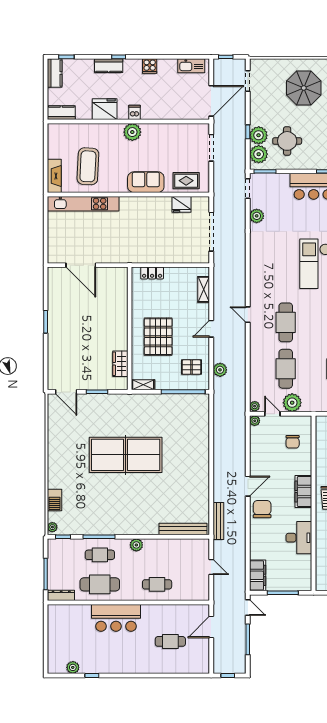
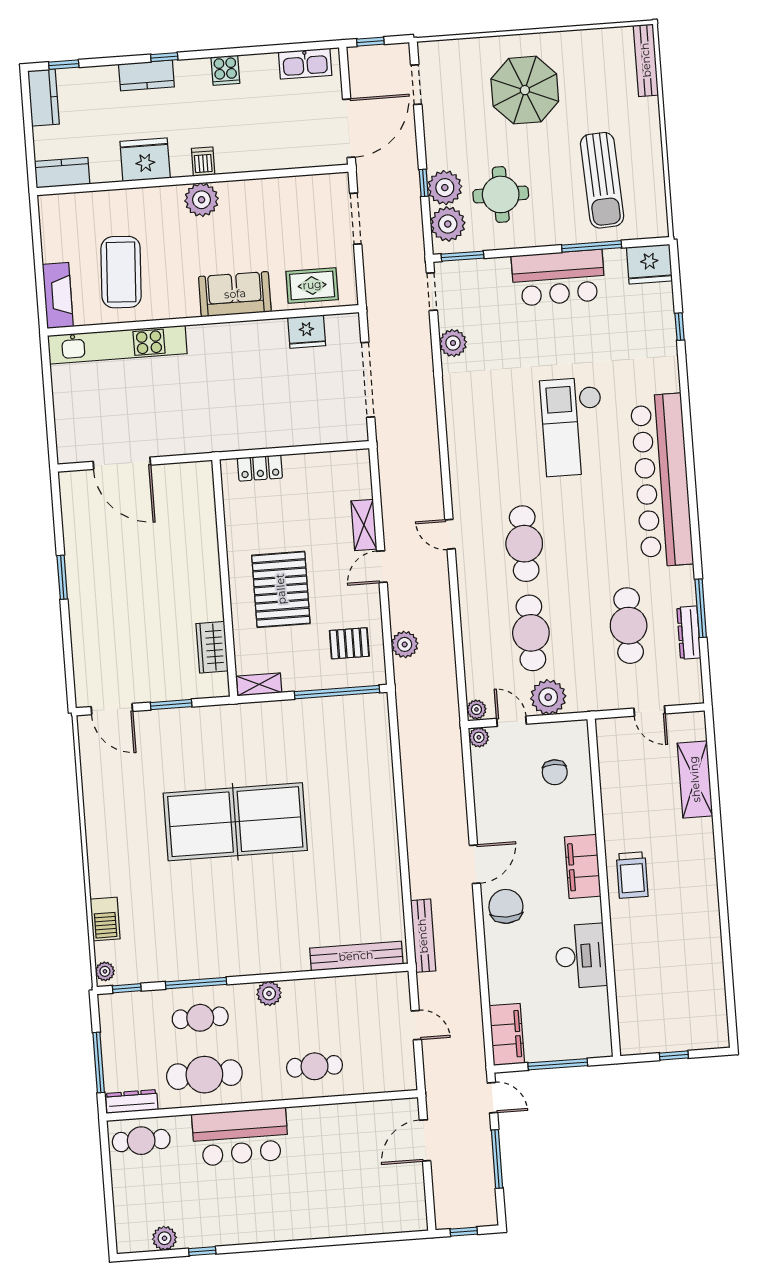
shelving: (204, 289) -> (364, 525), moved
cafe table: (170, 641) -> (141, 1141), moved

